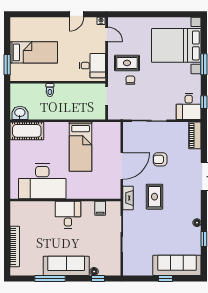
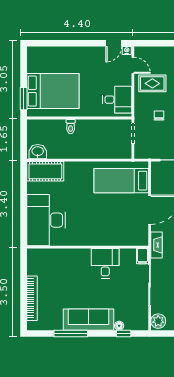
door: (76, 14) -> (114, 43), moved
bed: (34, 52) -> (53, 91), width x1.50
rug: (127, 63) -> (152, 83), moved
bed: (81, 147) -> (121, 181), moved, turned 90
desk: (42, 181) -> (46, 220), moved, turned 90
filing cabinet: (100, 208) -> (142, 256), moved
desk: (68, 215) -> (105, 263), moved
plant: (130, 267) -> (158, 321), added

